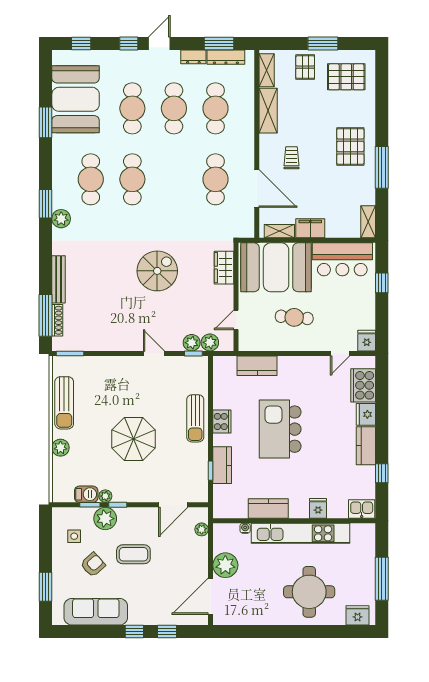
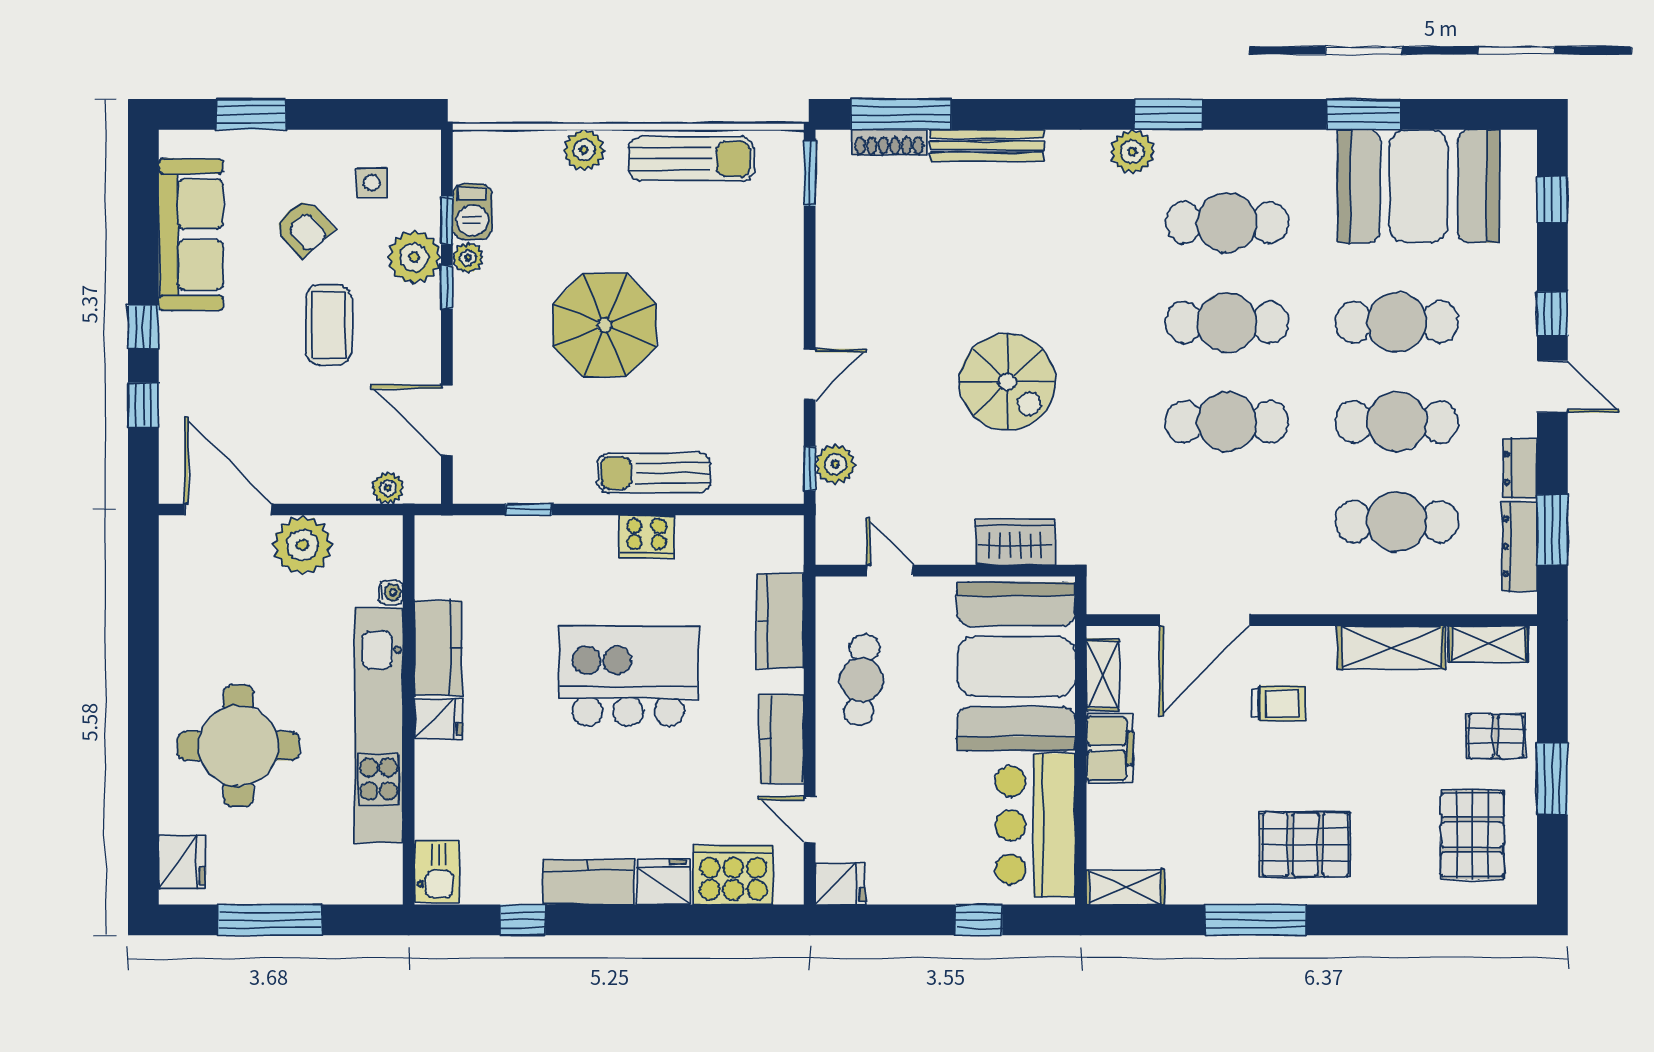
cafe table: (216, 179) -> (1227, 422), moved
cafe table: (294, 317) -> (861, 680), moved
plant: (210, 342) -> (836, 508), removed
sun lounger: (64, 403) -> (691, 159), turned 180
kitchen counter: (222, 465) -> (782, 739), moved, turned 90
fridge: (318, 508) -> (438, 719), moved

